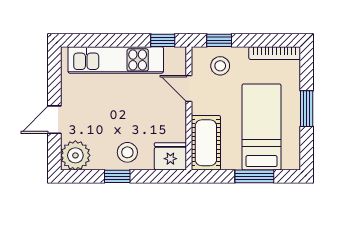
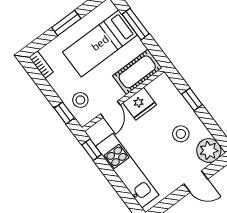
bookcase: (275, 53) -> (41, 65), width x0.64
stool: (127, 152) -> (181, 134), moved
fridge: (170, 156) -> (140, 104), moved, turned -90
window: (117, 176) -> (192, 99), moved

